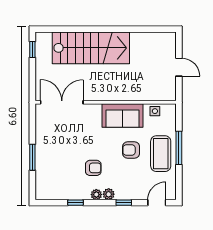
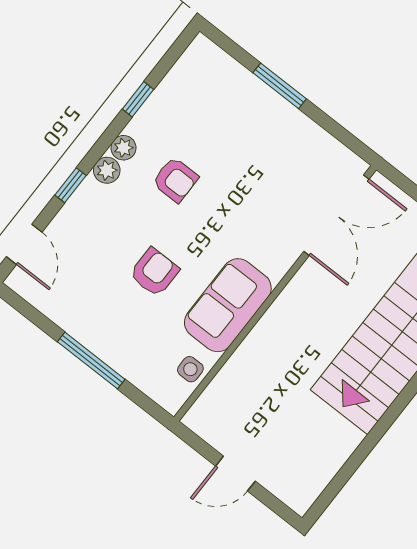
coffee table: (161, 154) -> (106, 320), removed
armchair: (93, 168) -> (175, 180), turned -90

